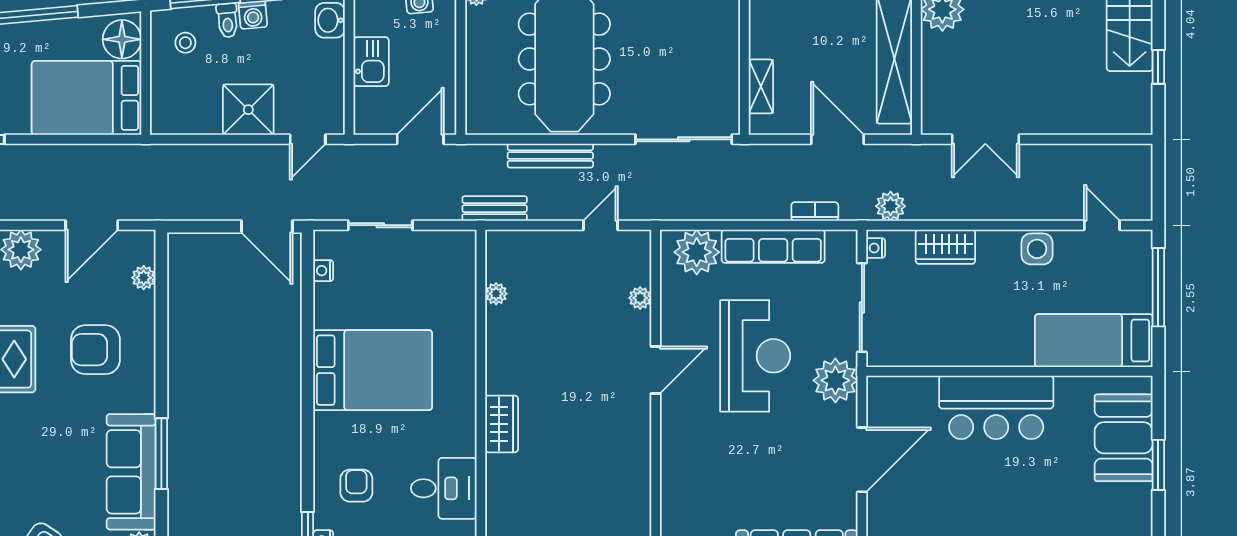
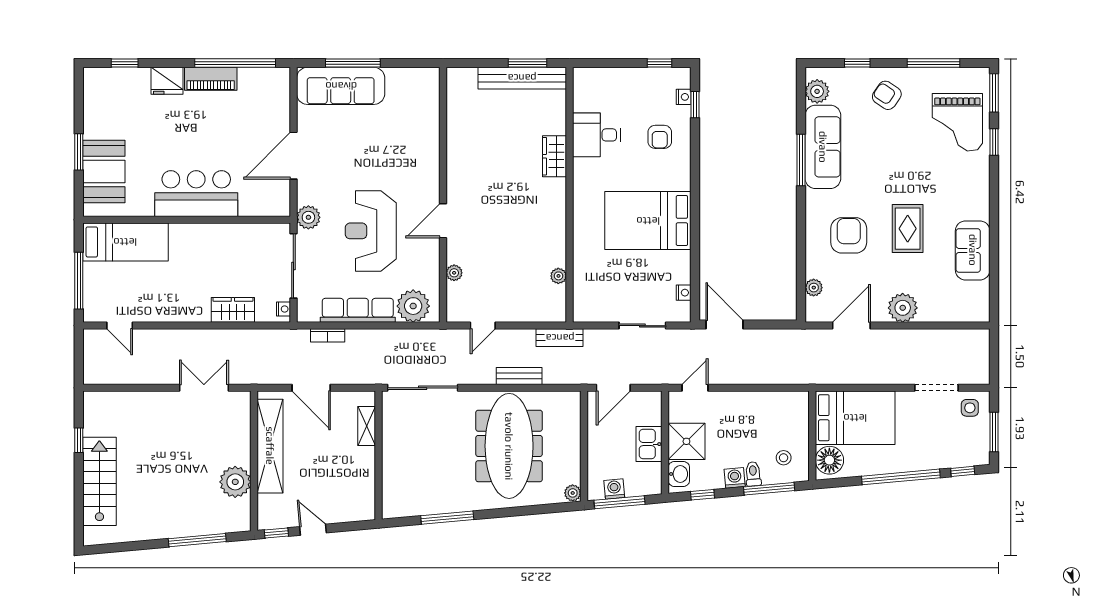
shower: (248, 110) -> (686, 441), moved
bench: (550, 156) -> (519, 376), width x0.73
plant: (891, 206) -> (273, 339), removed
side table: (1037, 249) -> (167, 308), removed
armchair: (95, 350) -> (849, 235), turned -90
plant: (835, 380) -> (308, 217), width x0.73, depth x0.73
wardrobe: (502, 424) -> (554, 156), moved

